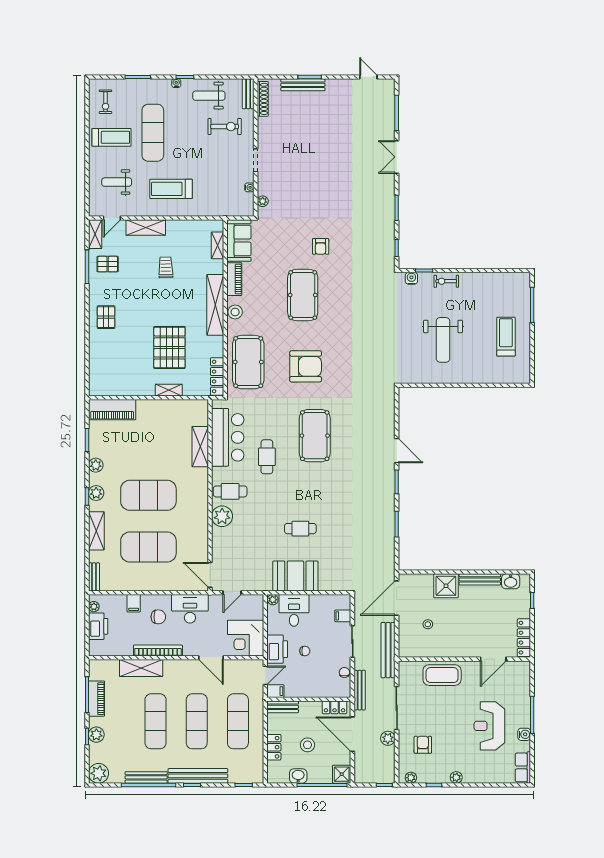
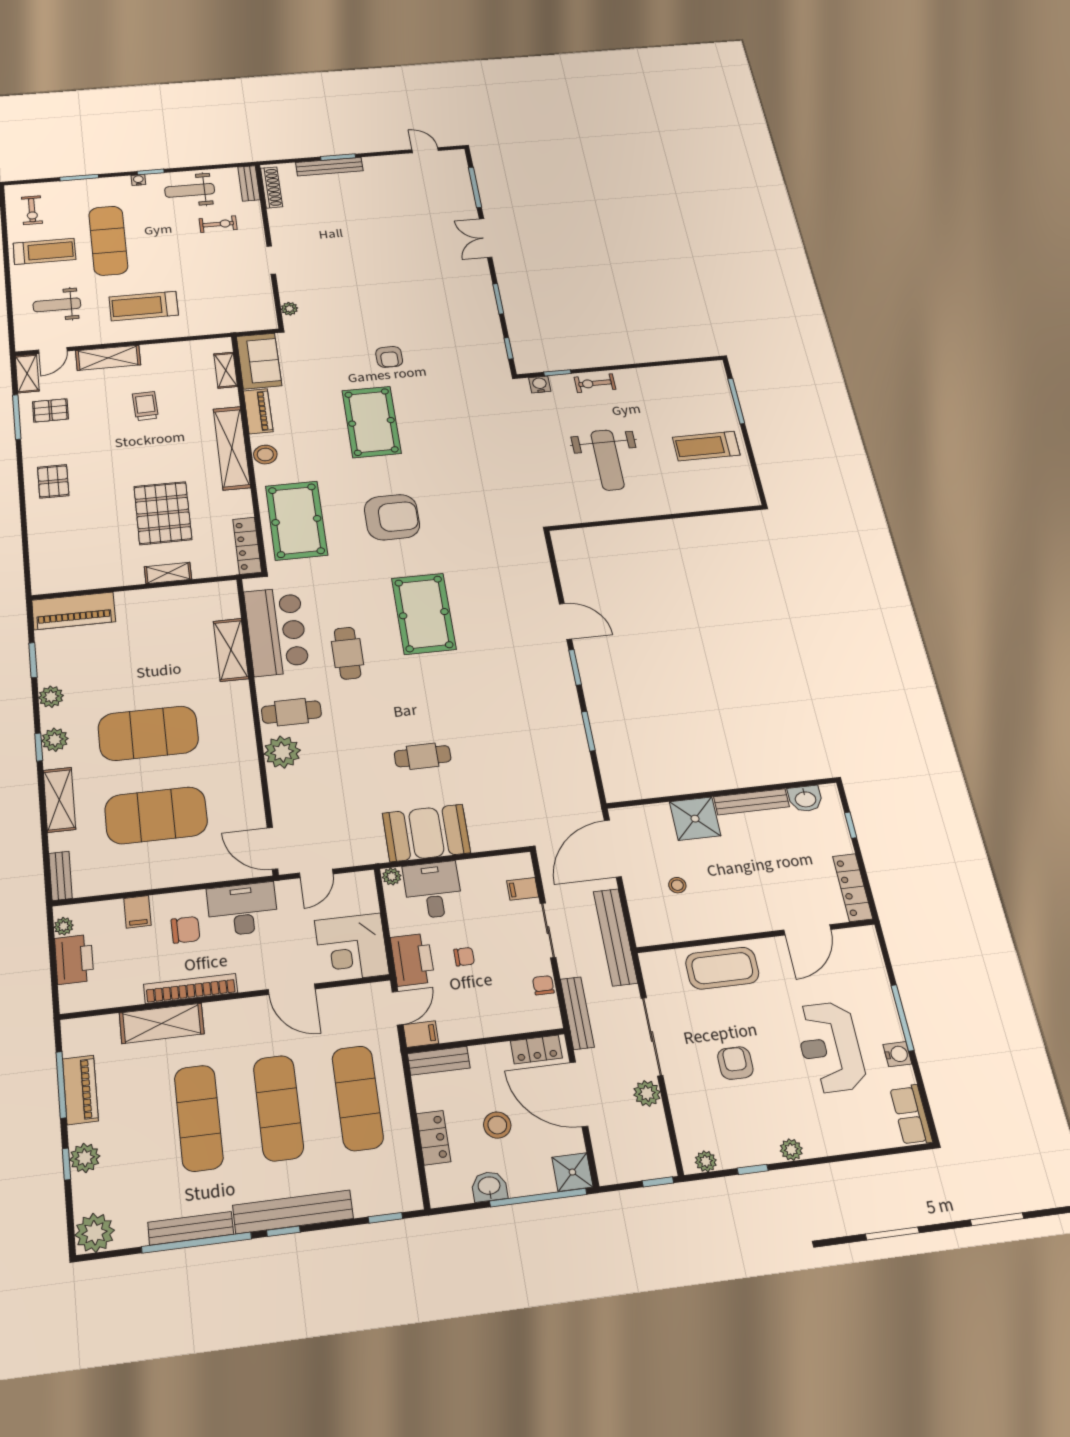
exercise bike: (225, 126) -> (218, 224), width x0.73, depth x0.72
water cooler: (249, 187) -> (266, 294), removed
treadmill: (506, 337) -> (706, 446), turned -90
armchair: (423, 745) -> (735, 1063), moved

